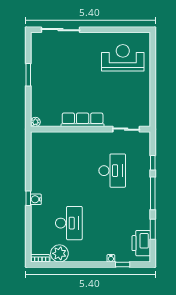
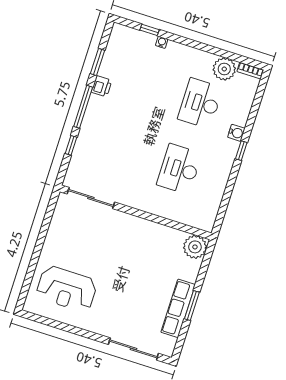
row of seats: (83, 120) -> (178, 308), moved, turned 90
plant: (35, 122) -> (195, 247), width x1.88, depth x1.88
sliding door: (126, 129) -> (91, 198), width x1.37
desk: (112, 171) -> (179, 169), moved
water cooler: (36, 199) -> (236, 133), moved
printer: (141, 243) -> (102, 86), moved, width x0.53, depth x0.68

